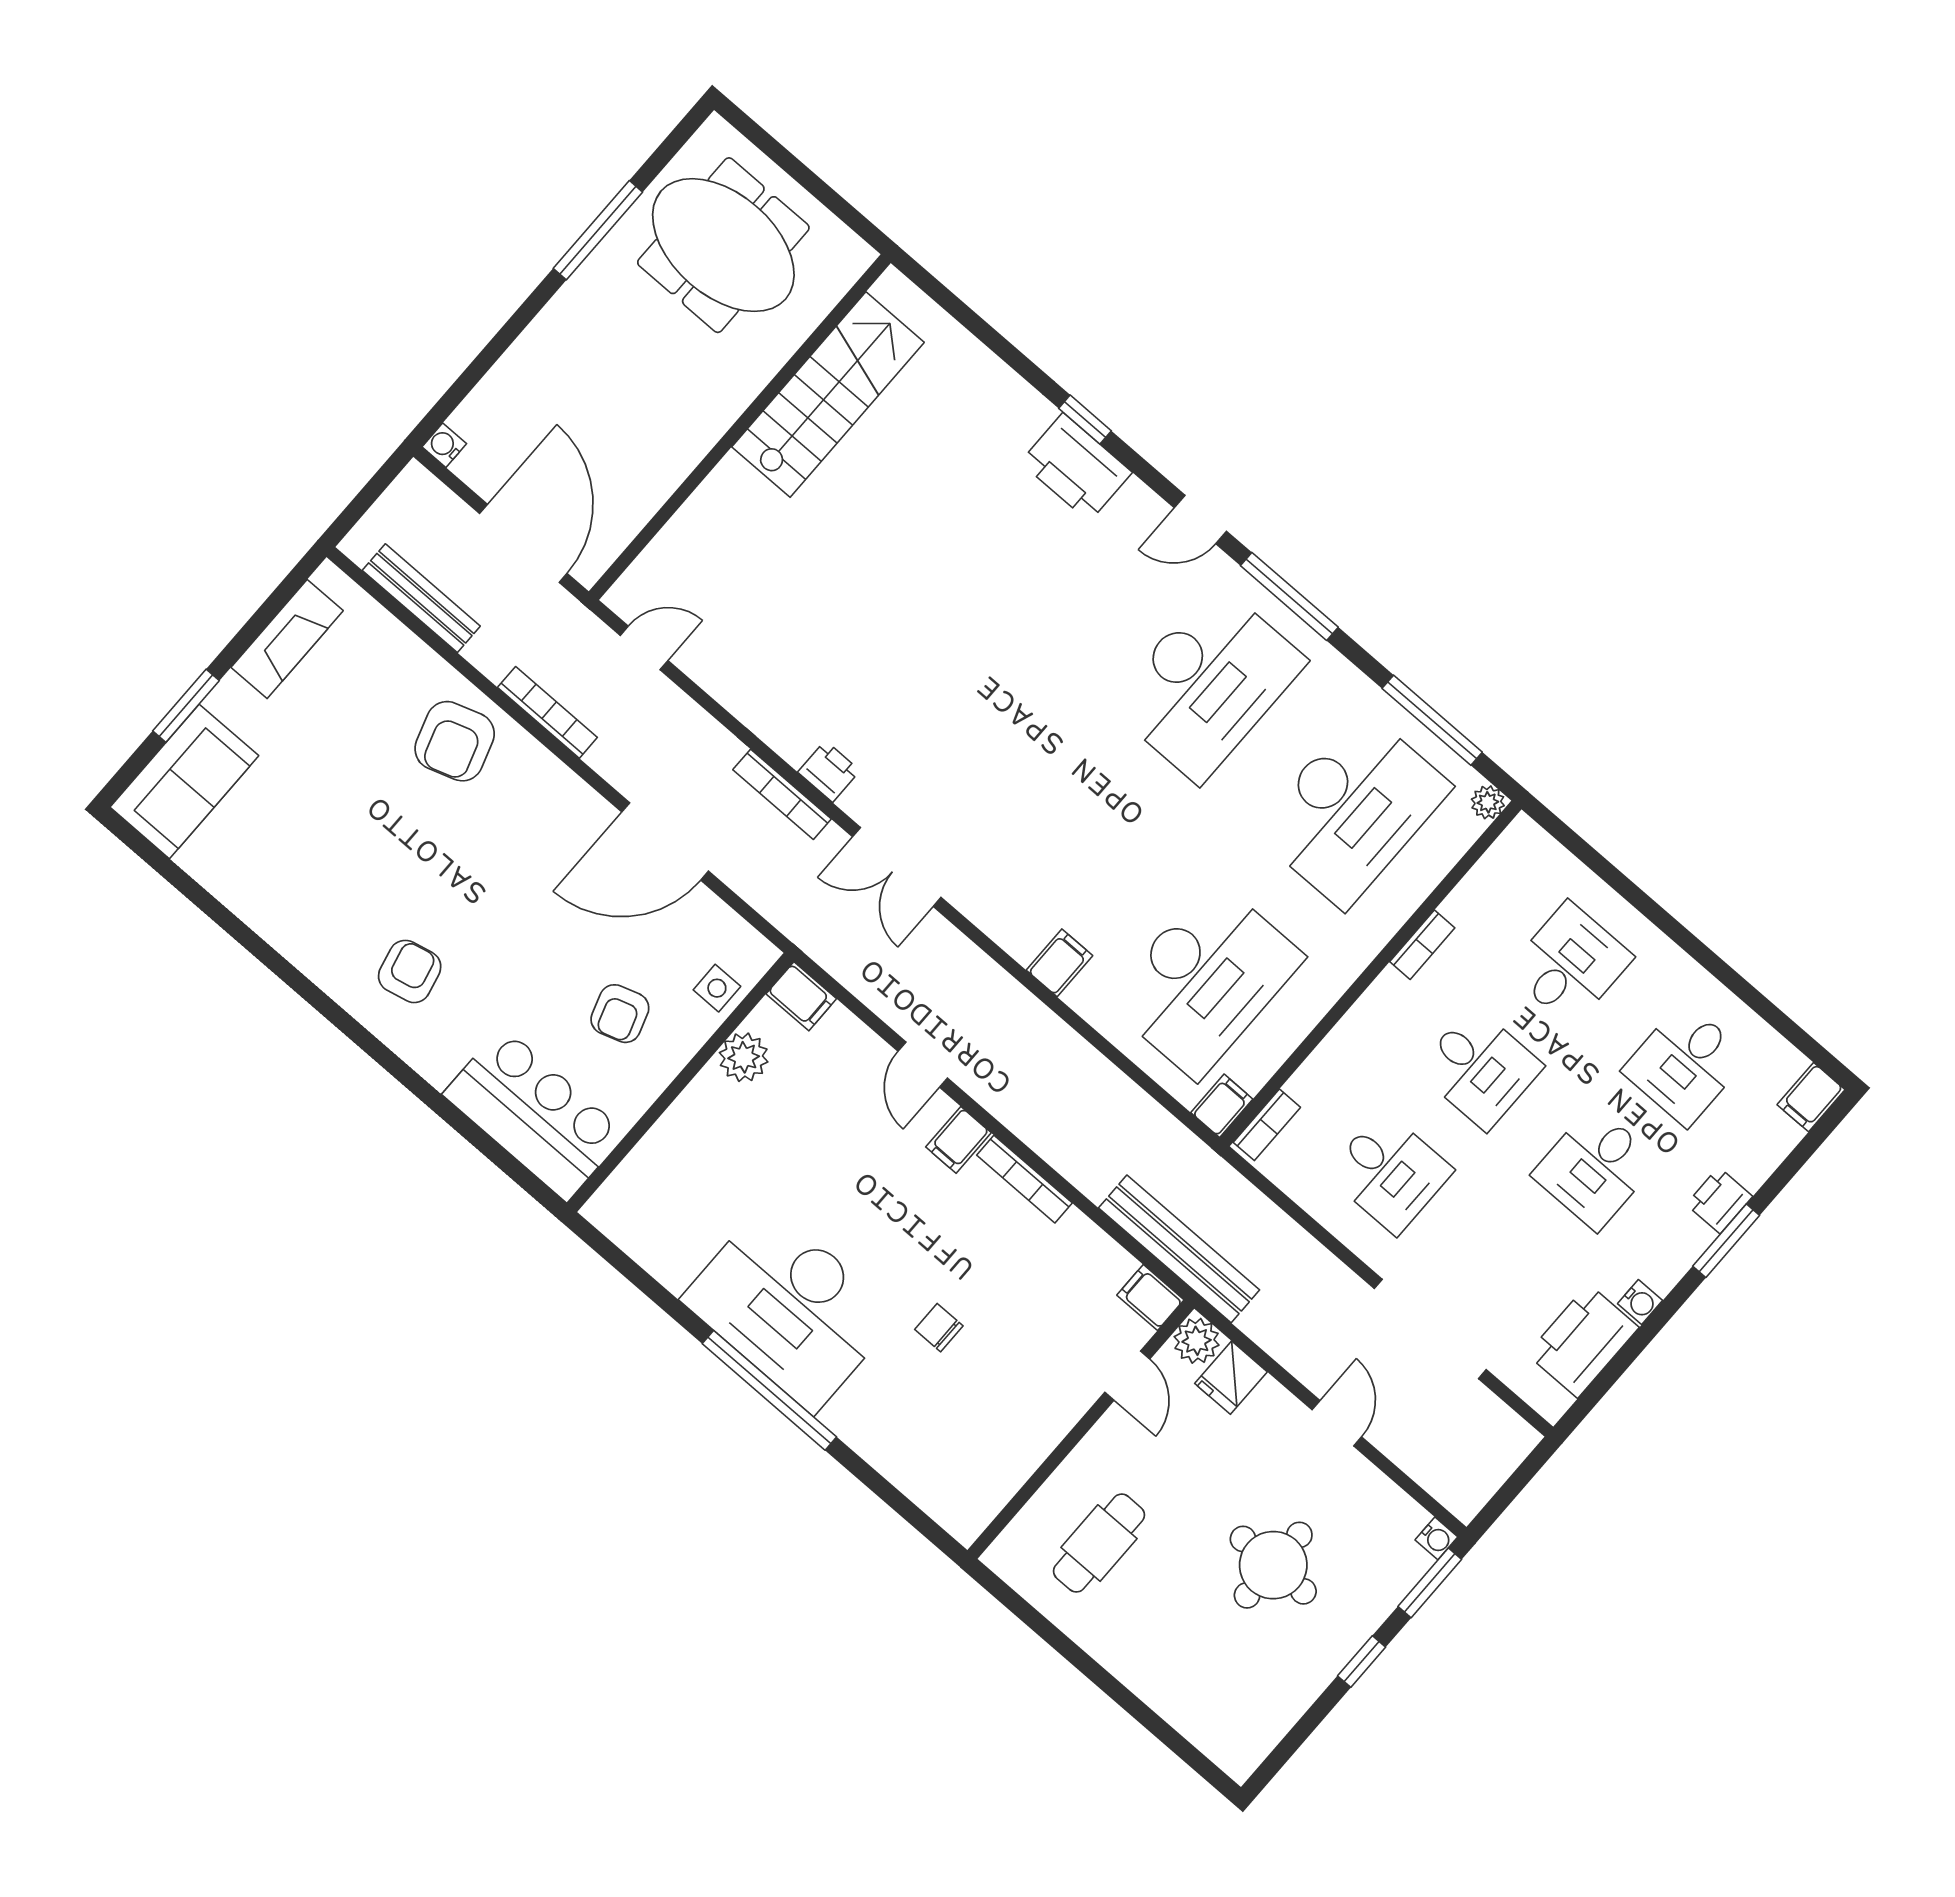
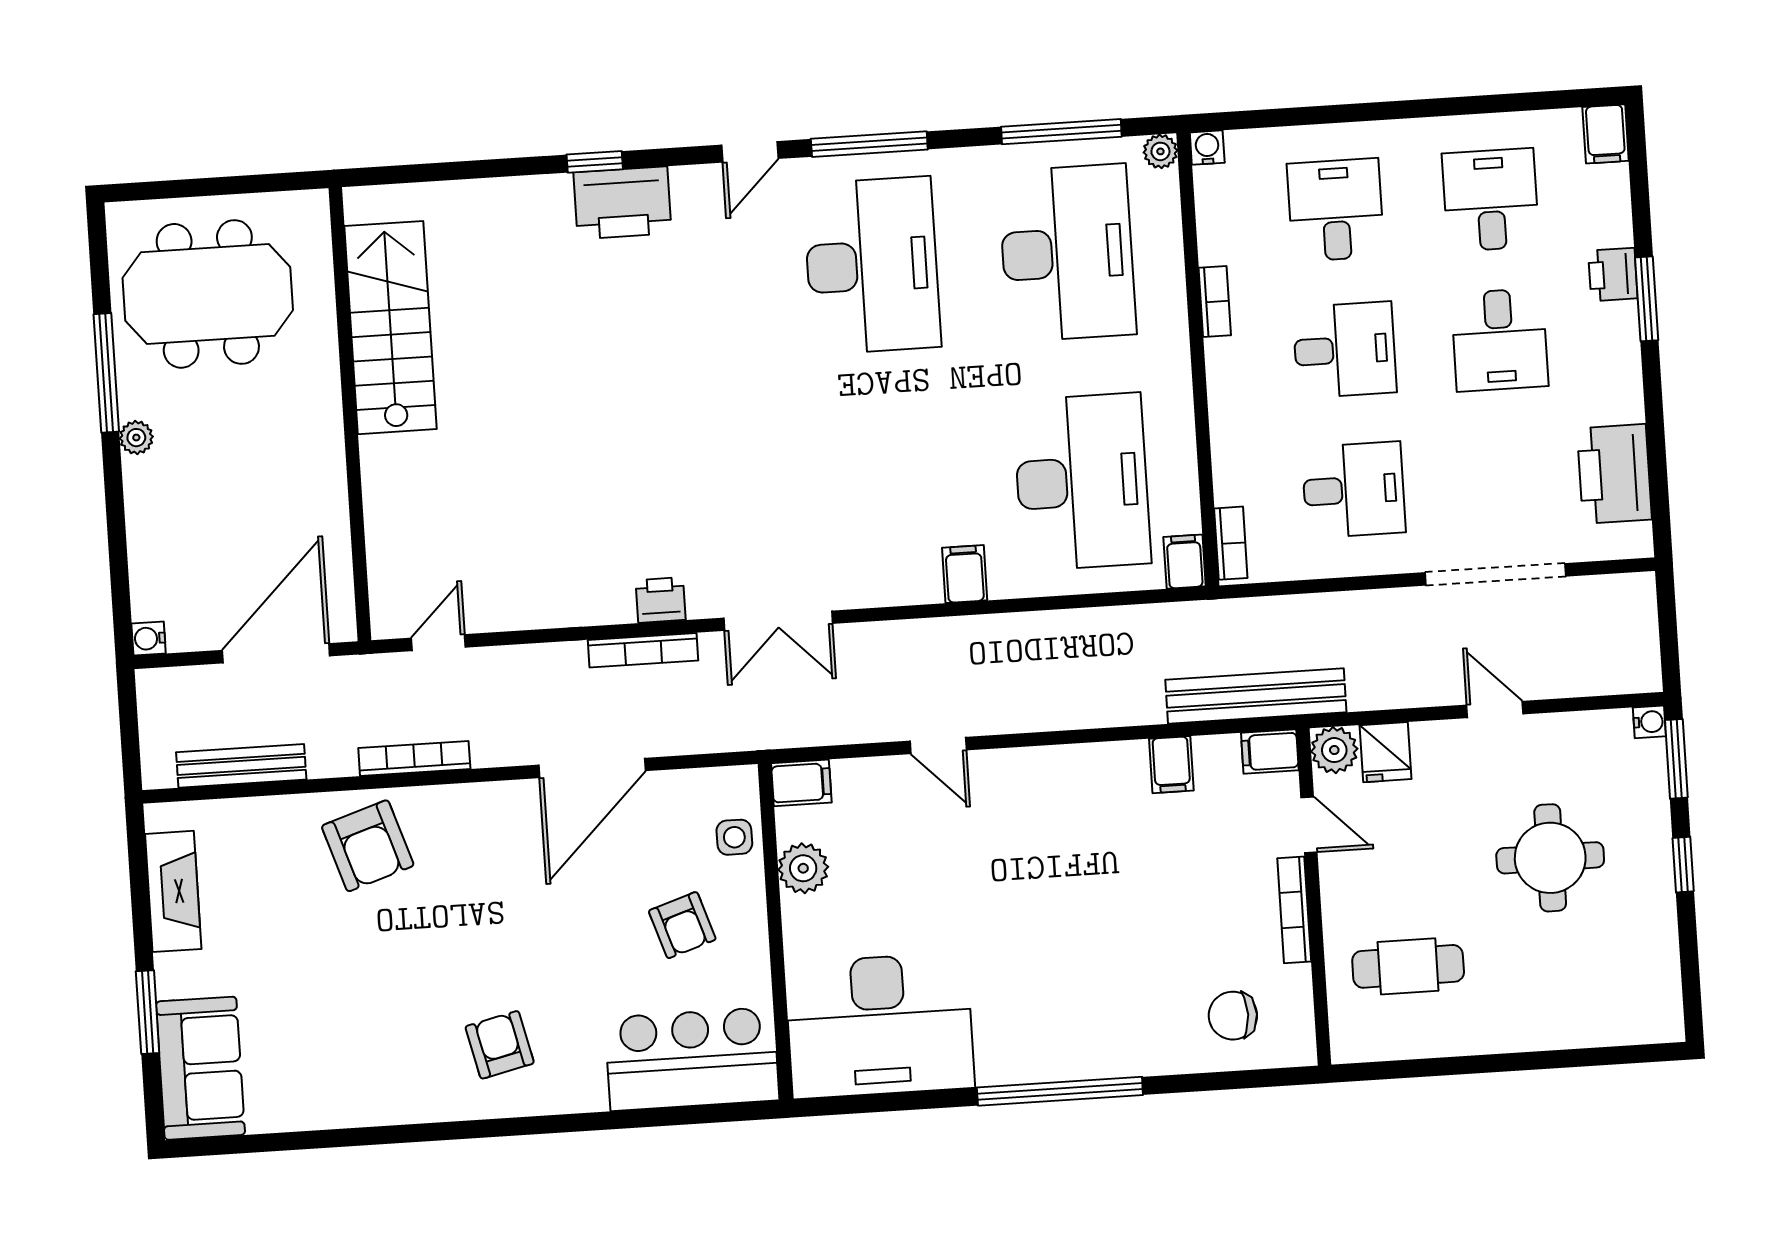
plant: (574, 296) -> (136, 438), added
door: (523, 543) -> (276, 653), hinge flipped
desk: (1685, 1064) -> (1491, 200), turned 180
filing cabinet: (958, 1140) -> (1171, 765), moved
bookcase: (1024, 1179) -> (1294, 910), moved, turned 90
water cooler: (1640, 1302) -> (1207, 148), moved, turned -90
desk: (790, 1308) -> (880, 1025), moved
chair: (939, 1328) -> (1233, 1016), moved, width x1.37, depth x1.37
cafe table: (1099, 1543) -> (1408, 966), turned 90

